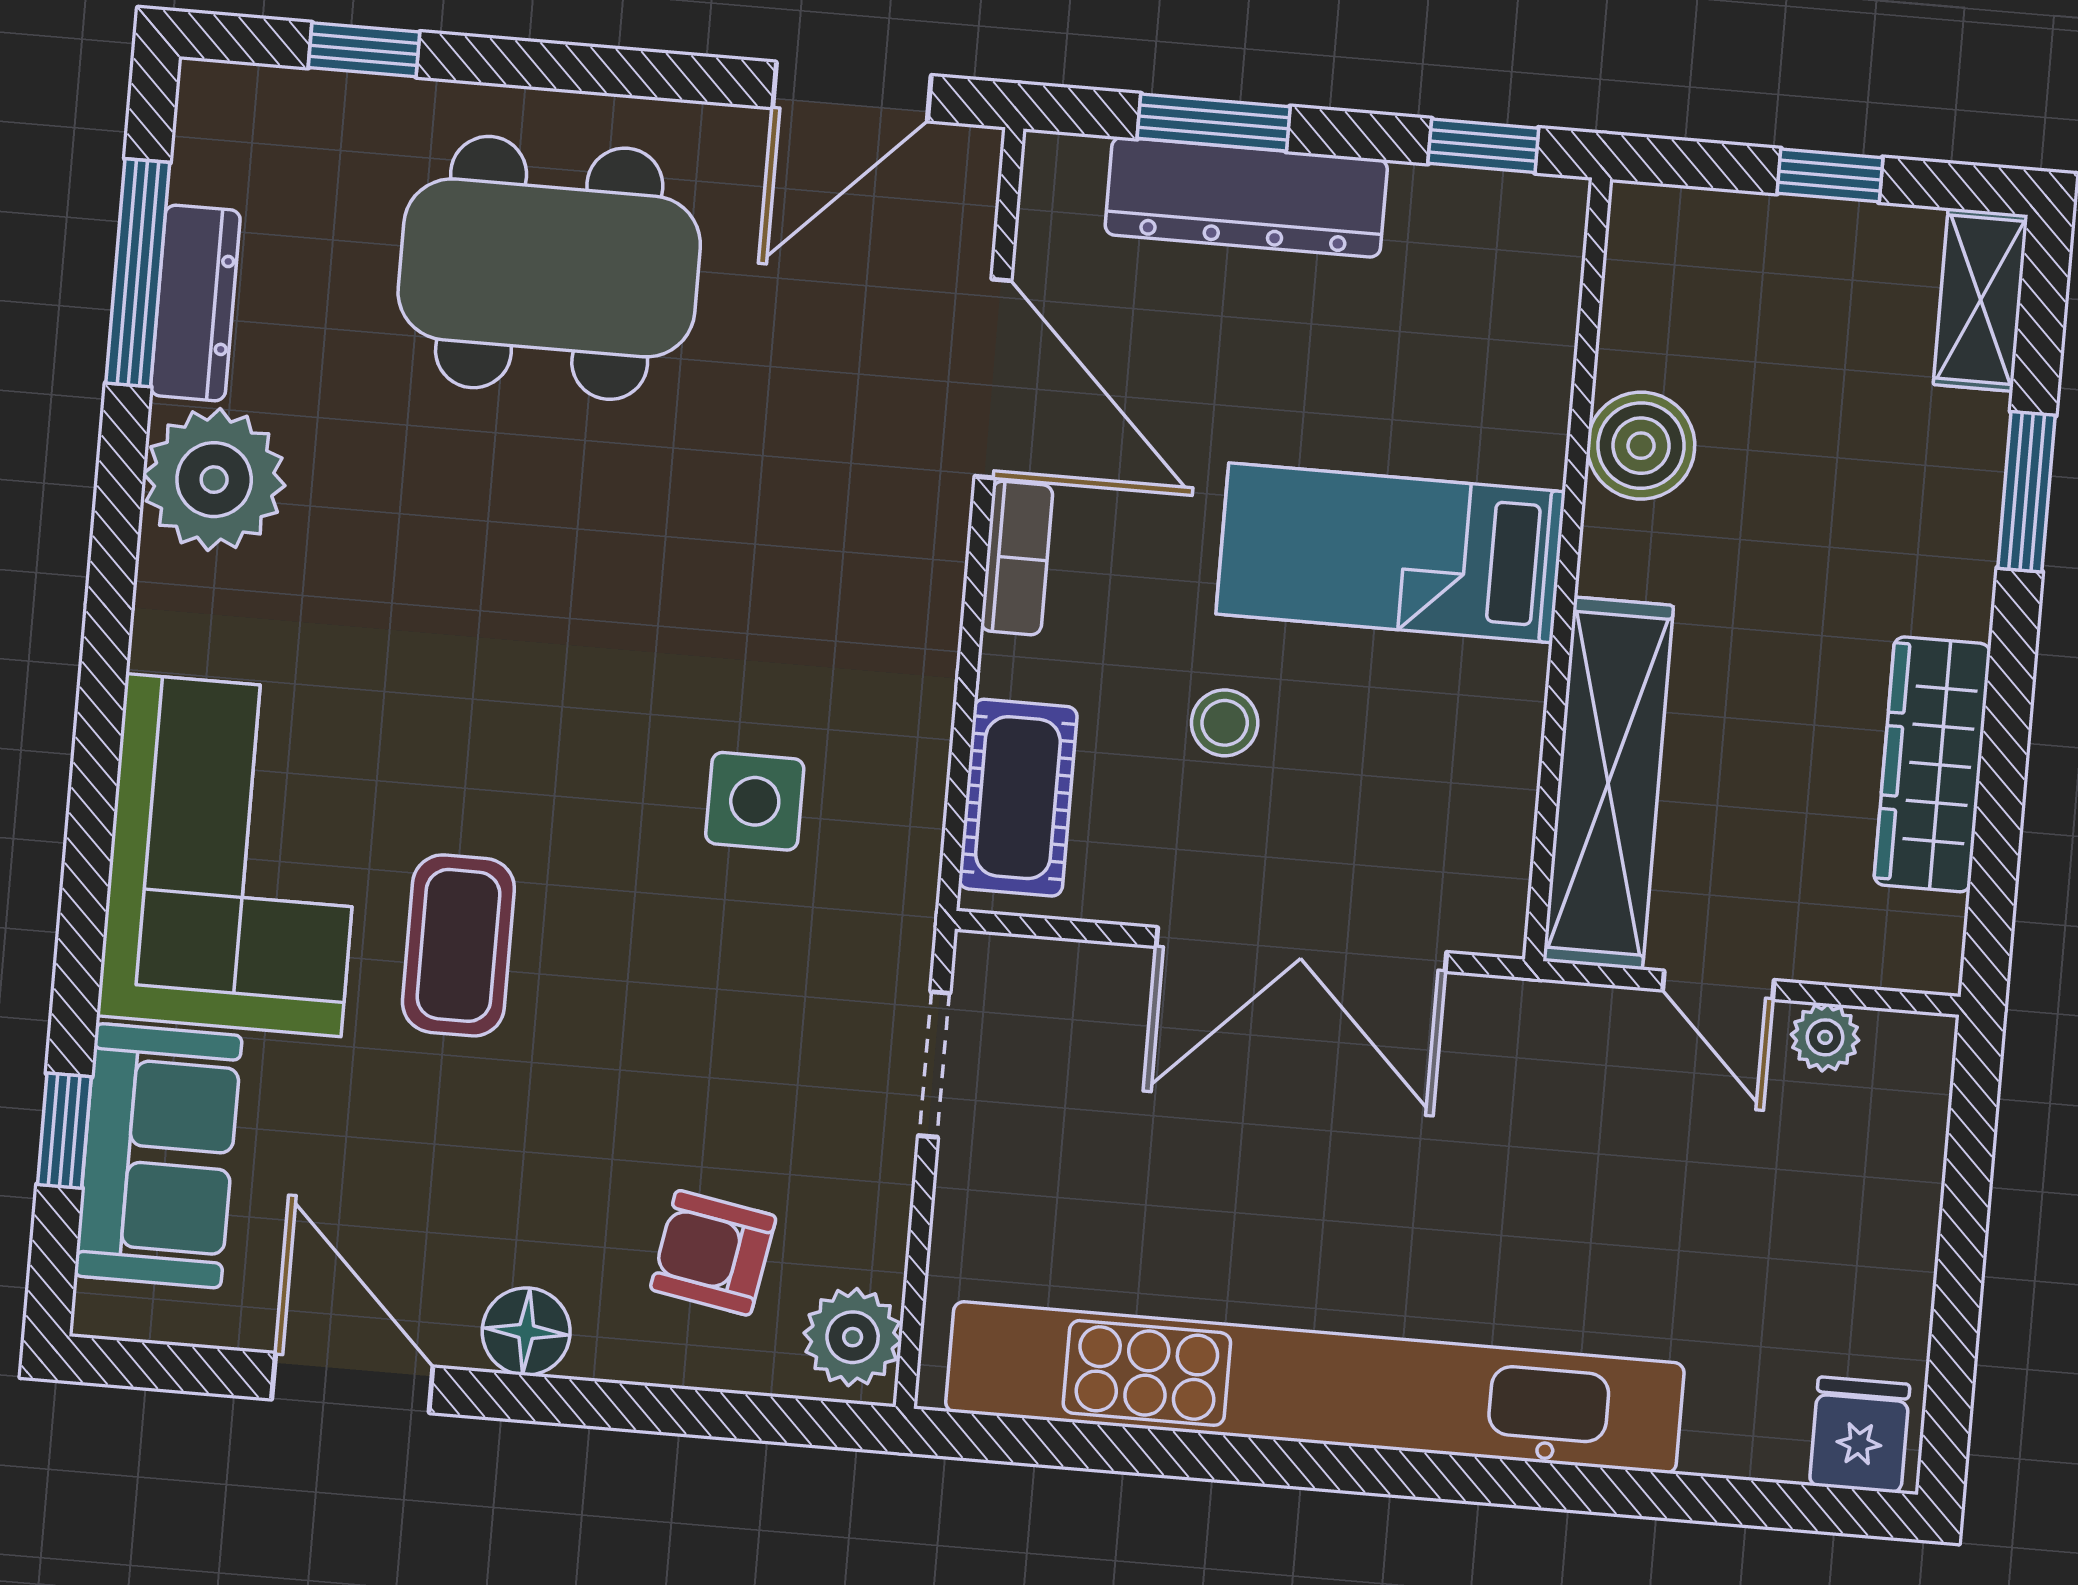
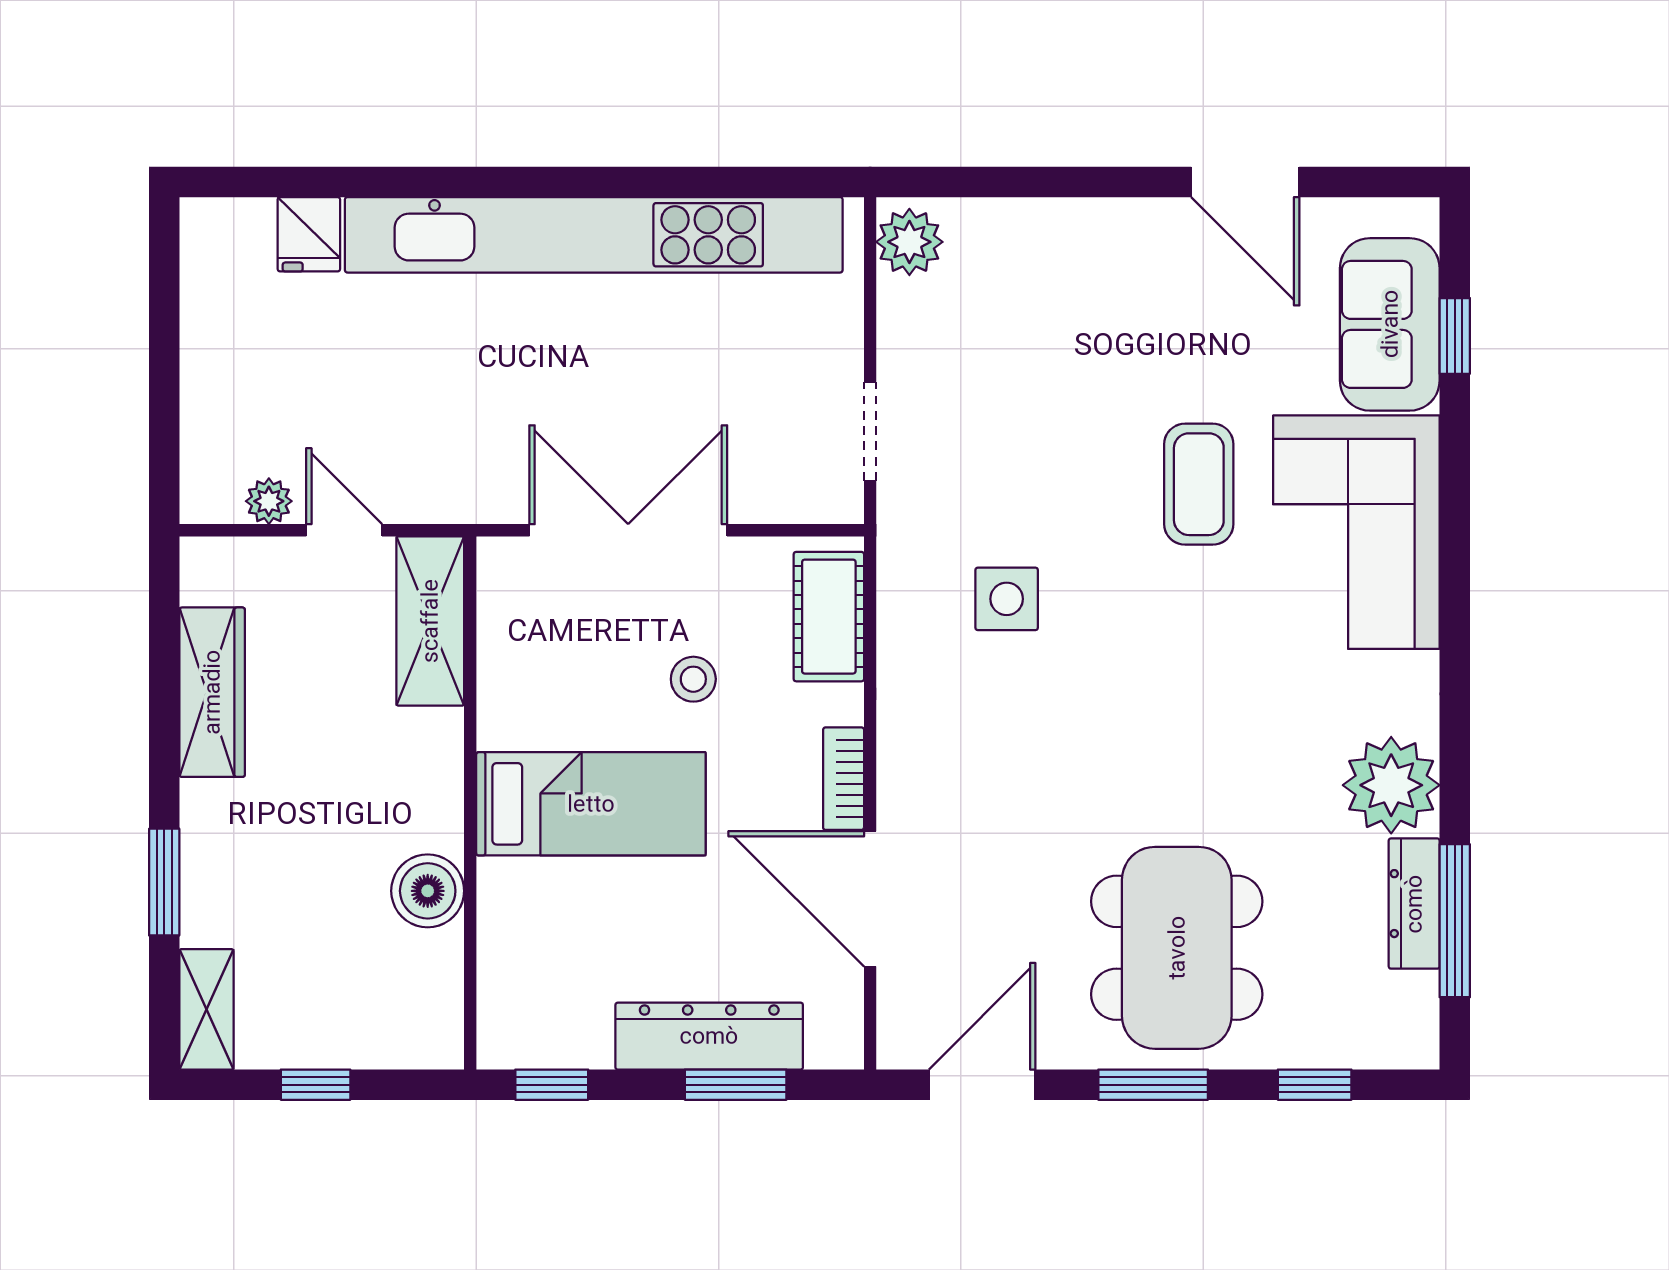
window: (601, 70) -> (1153, 1085), added
dining table: (549, 268) -> (1177, 948), turned 90
shelving: (1608, 783) -> (430, 621), width x0.68
armchair: (713, 1253) -> (1009, 291), removed
floor lamp: (526, 1332) -> (1131, 227), removed
fridge: (1860, 1435) -> (309, 234), moved

